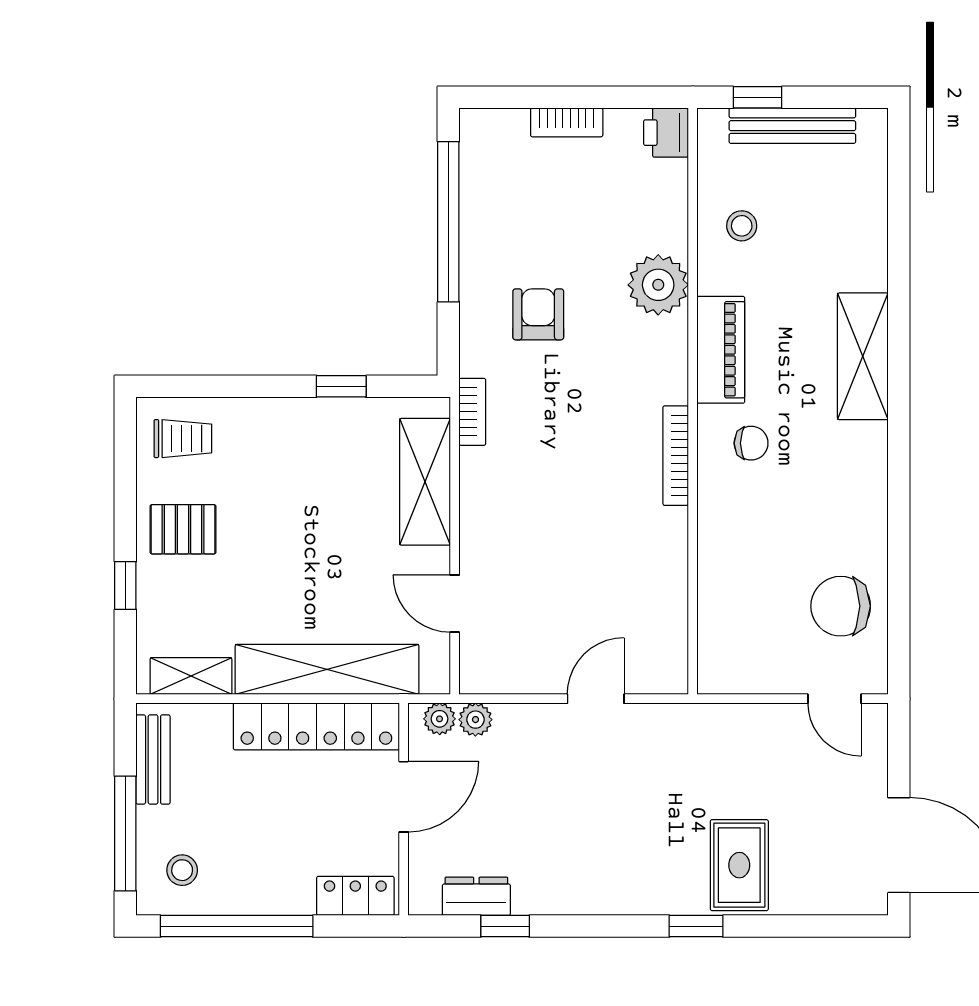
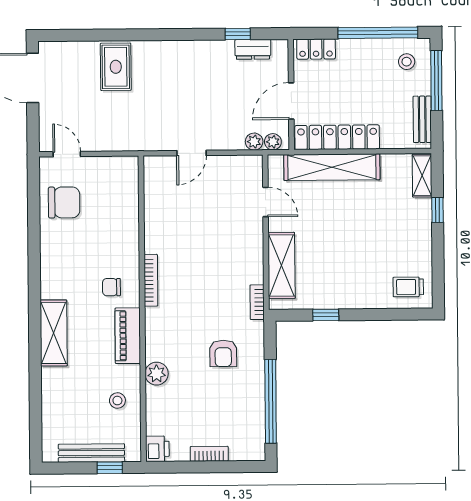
plant: (658, 285) -> (157, 374), width x0.73, depth x0.73
pallet: (183, 529) -> (408, 240), removed
shelving: (191, 676) -> (422, 176), moved, turned 90
window: (696, 926) -> (138, 35), removed

